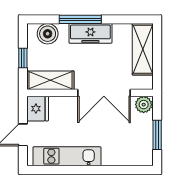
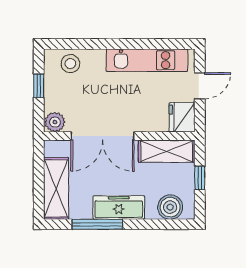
window: (80, 19) -> (97, 224), moved
double door: (104, 93) -> (103, 136), swing flipped
window: (157, 135) -> (39, 86), width x0.67
stool: (131, 153) -> (70, 64), added

